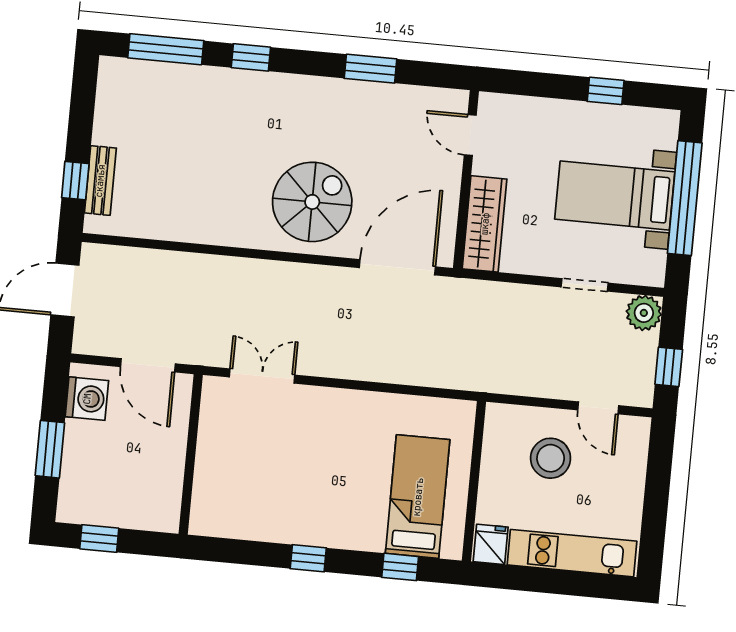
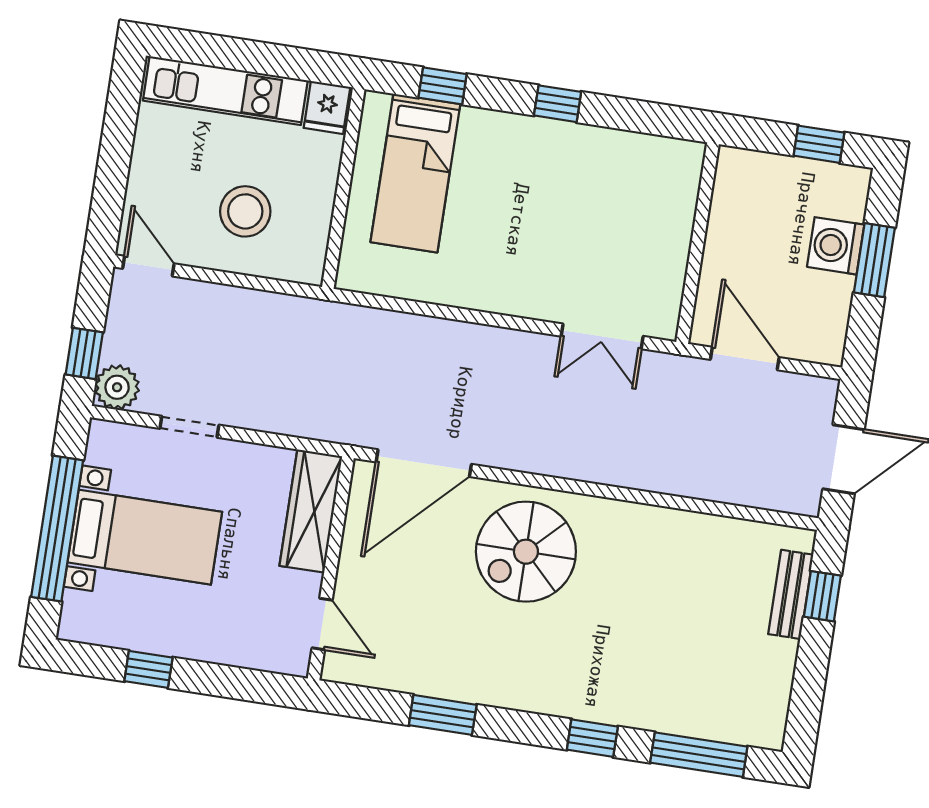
window: (669, 367) -> (84, 353), moved
washing machine: (87, 399) -> (836, 246), moved
door: (598, 408) -> (148, 266), moved

